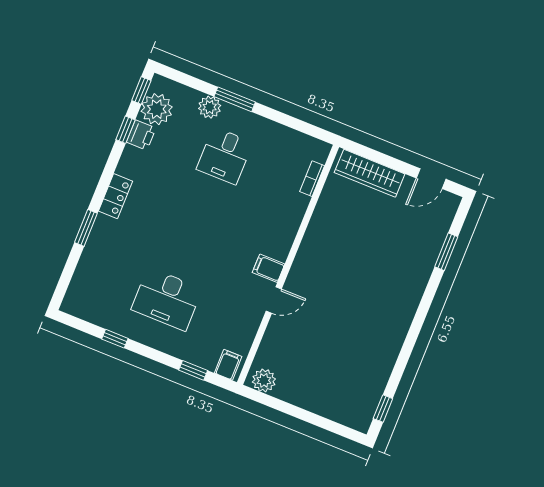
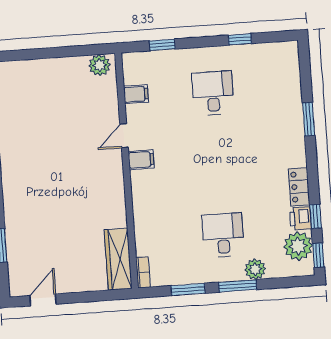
window: (285, 119) -> (188, 289), added
wardrobe: (370, 173) -> (118, 259), moved, turned -90
bookcase: (312, 179) -> (143, 272), moved
locker: (116, 196) -> (299, 187), moved
desk: (167, 299) -> (213, 93), width x0.73
filing cabinet: (228, 365) -> (136, 94), moved, turned -90

